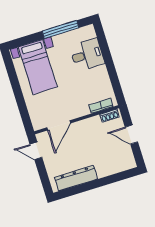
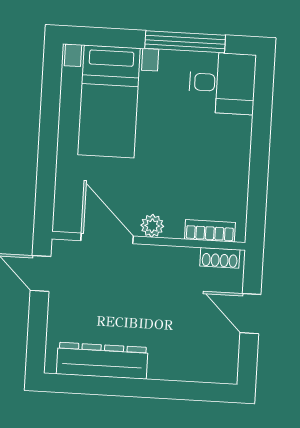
desk: (87, 55) -> (222, 83), moved
plant: (76, 113) -> (152, 226), added
door: (59, 125) -> (107, 238), swing flipped

